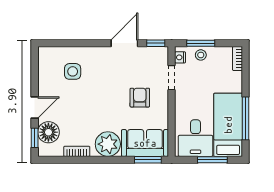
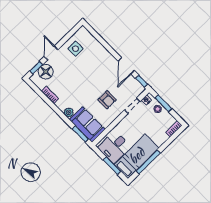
door: (124, 43) -> (126, 66), swing flipped
side table: (73, 71) -> (75, 49), moved
armchair: (140, 98) -> (107, 100), turned 90
door: (35, 107) -> (51, 53), swing flipped
plant: (108, 144) -> (69, 112), width x0.53, depth x0.53

